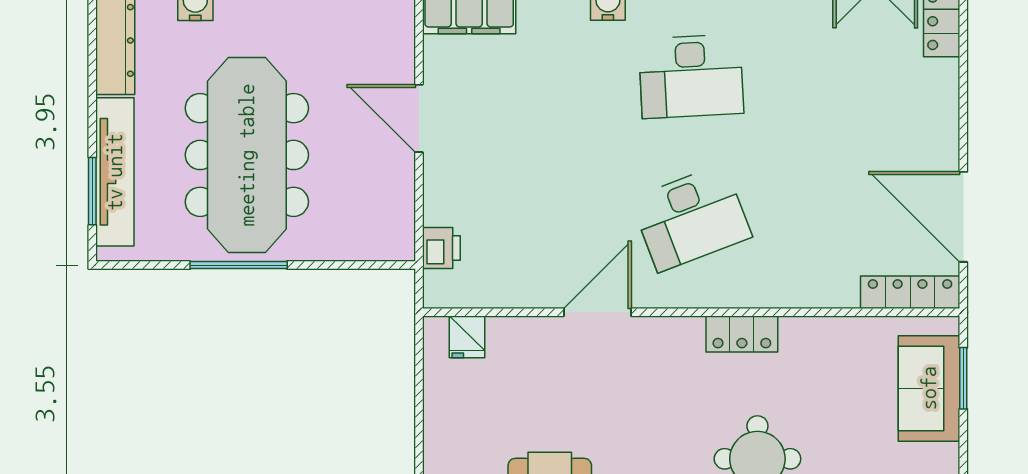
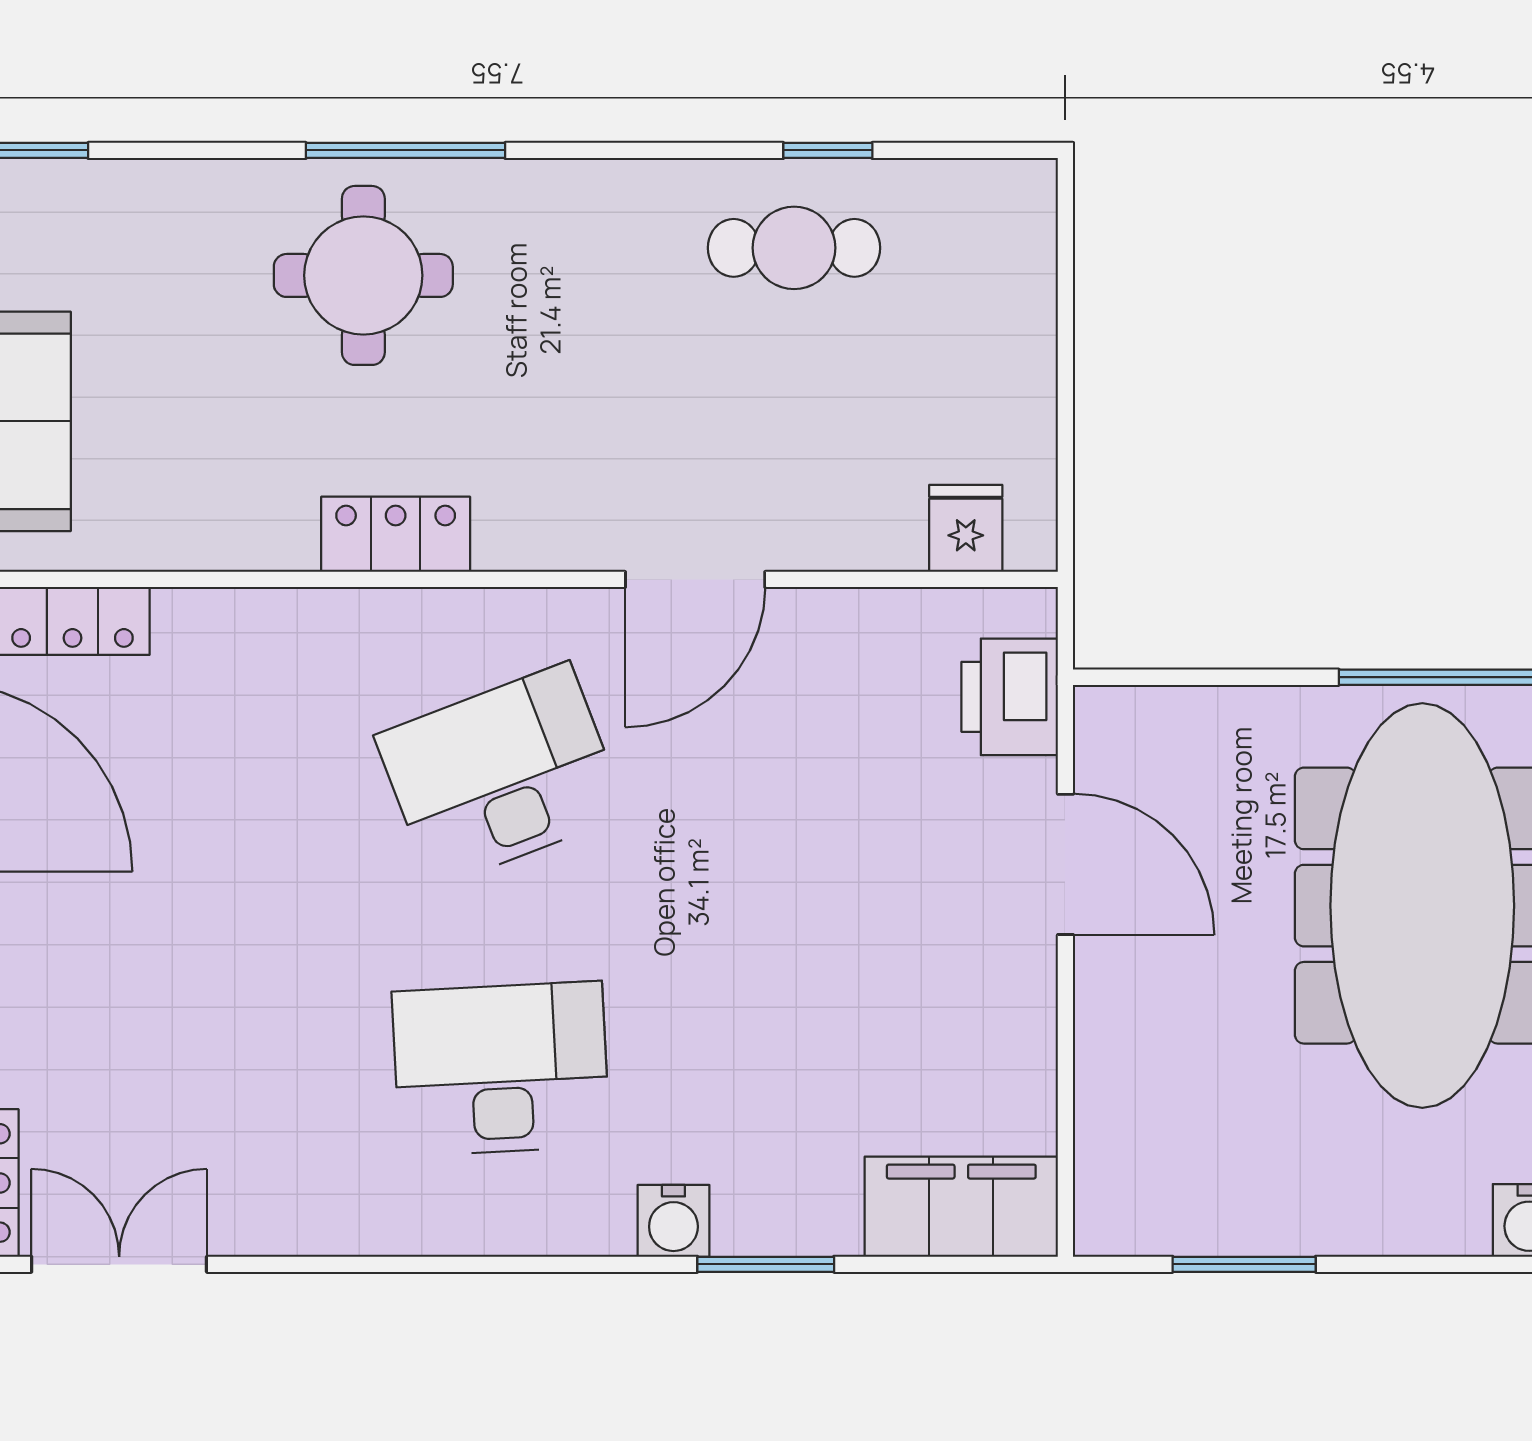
door: (419, 118) -> (1065, 864), moved
printer: (441, 248) -> (1010, 697), width x1.36, depth x1.24

